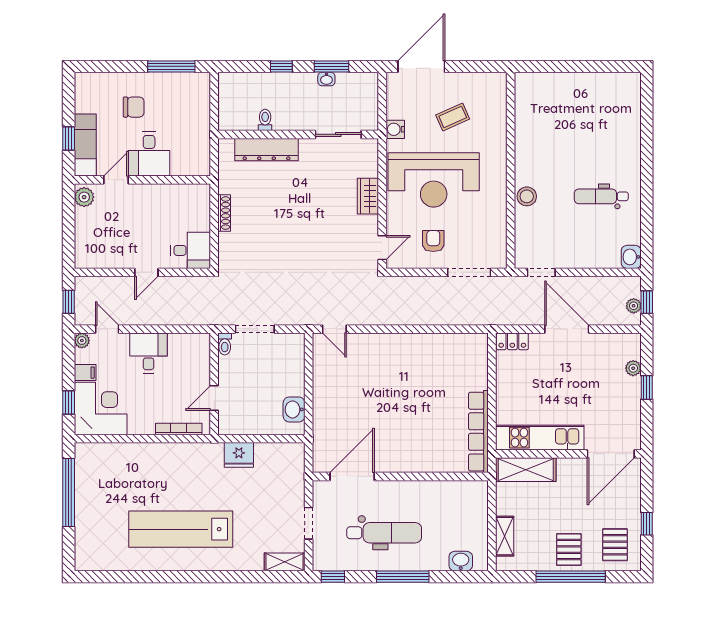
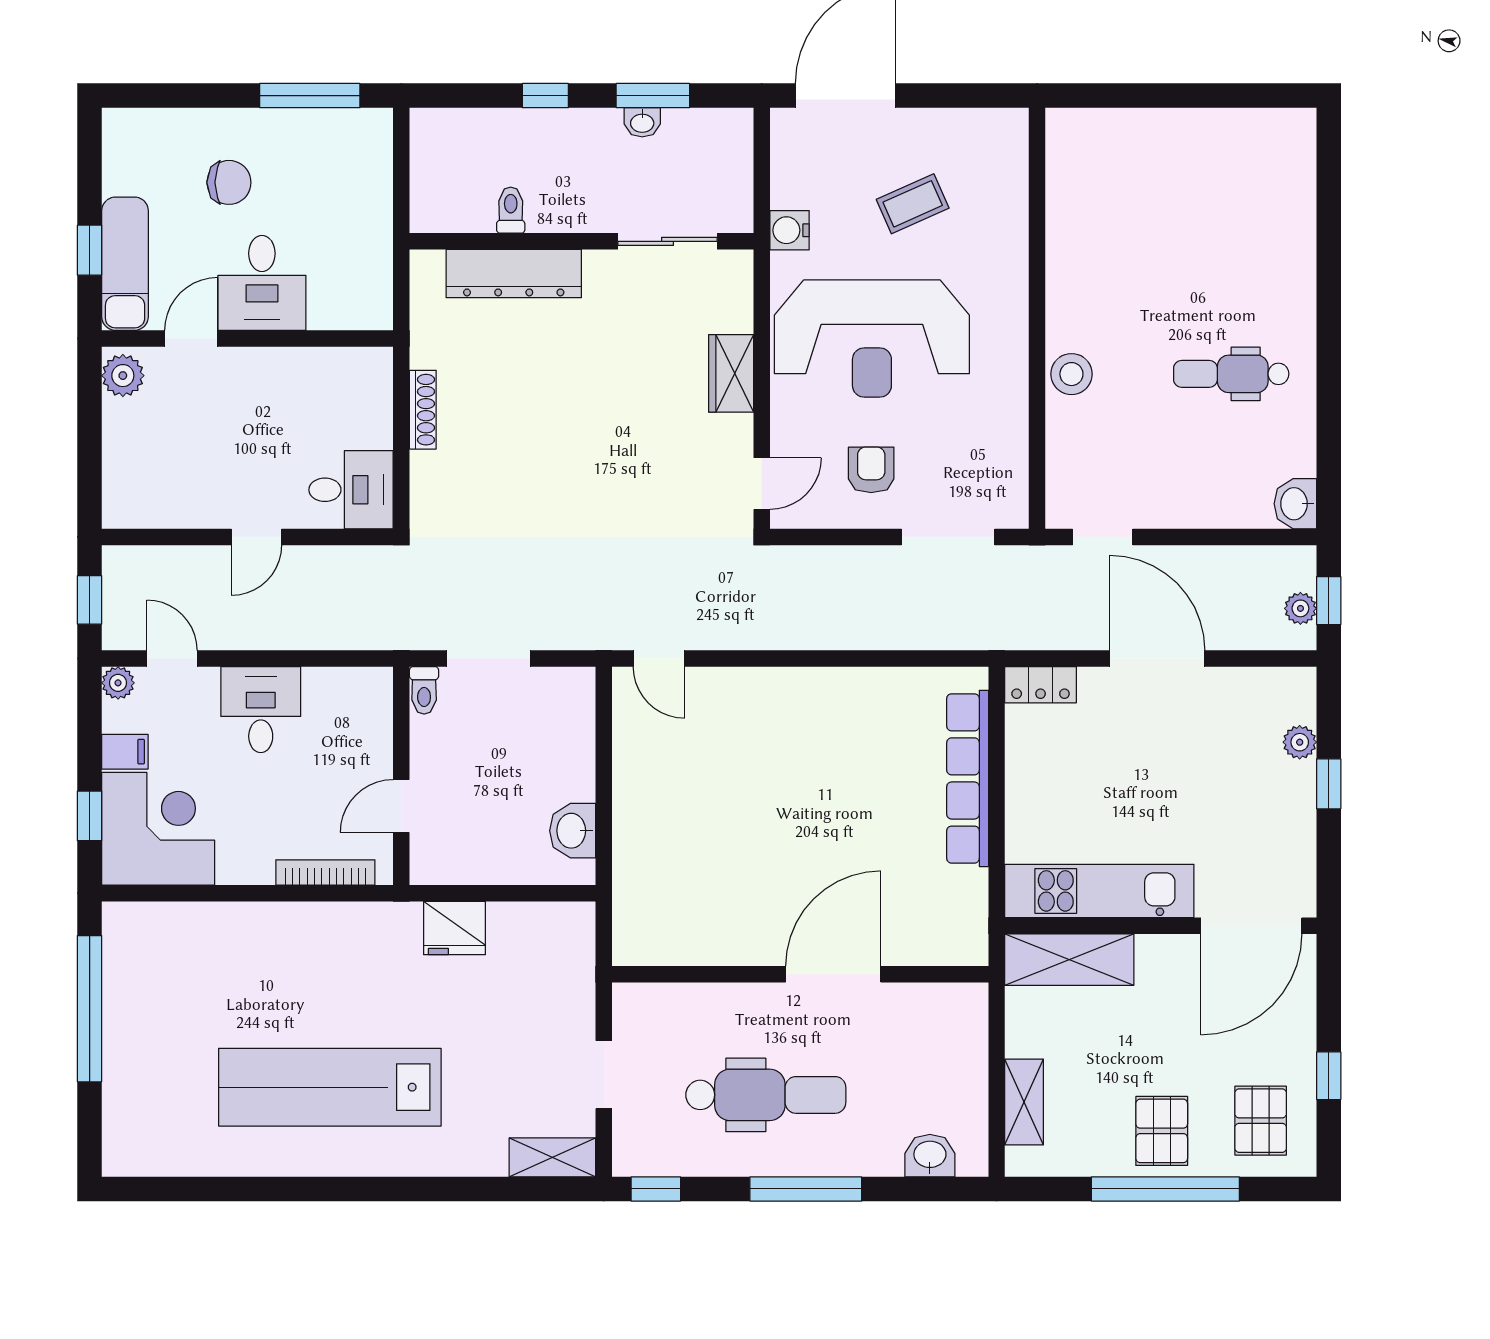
row of seats: (478, 432) -> (968, 778), moved
door: (352, 476) -> (833, 974), moved

